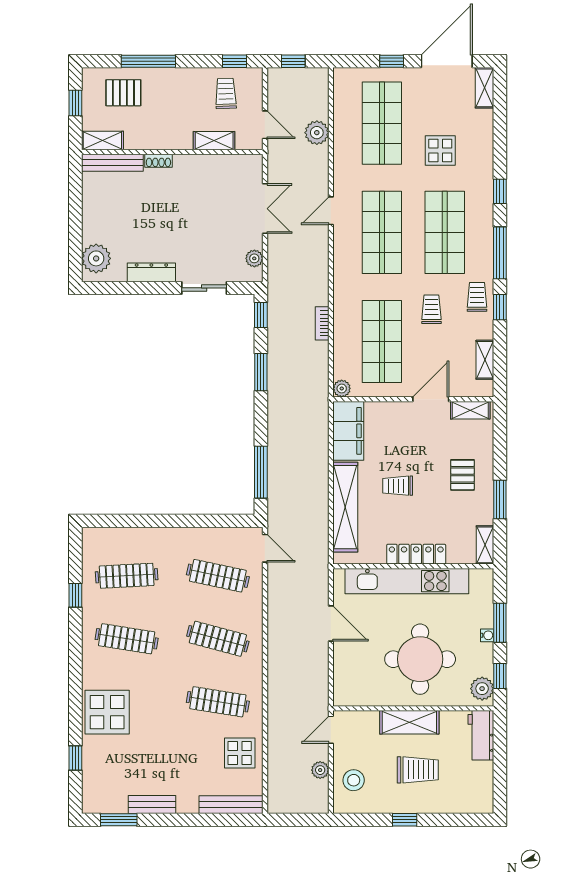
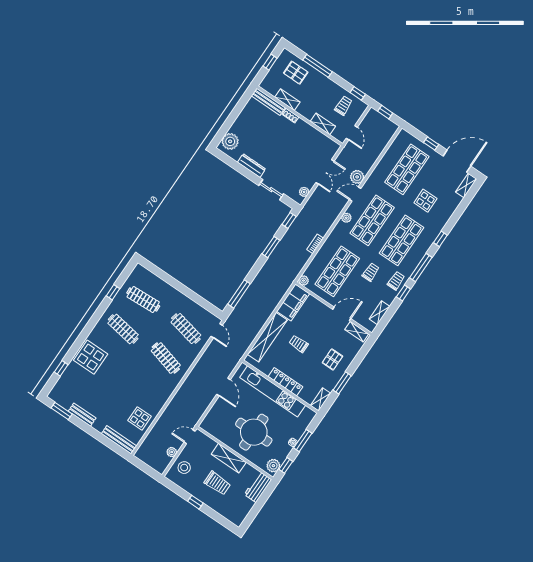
plant: (317, 133) -> (357, 177), moved
shelving: (102, 140) -> (287, 100), moved
plant: (342, 254) -> (346, 218), added
clothes rail: (218, 702) -> (146, 388), removed

